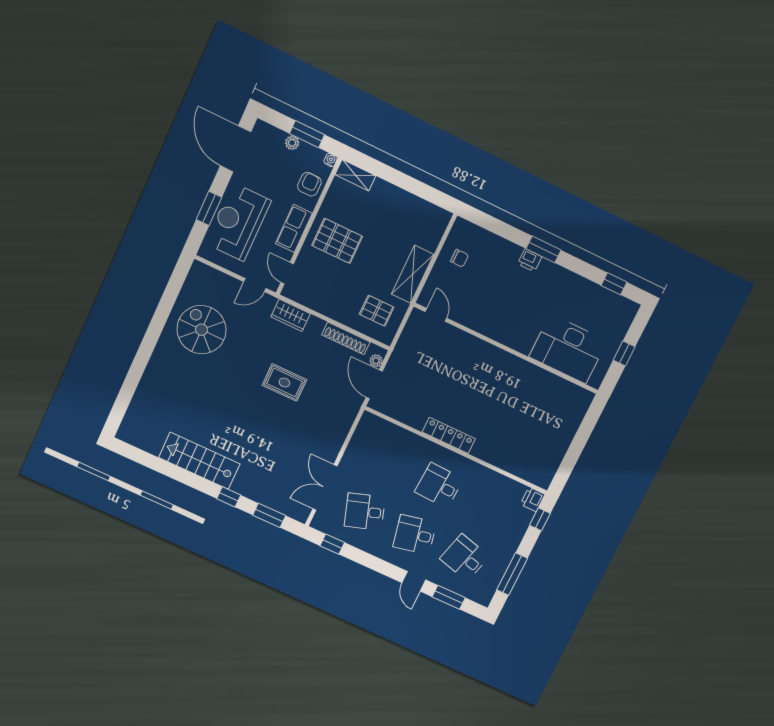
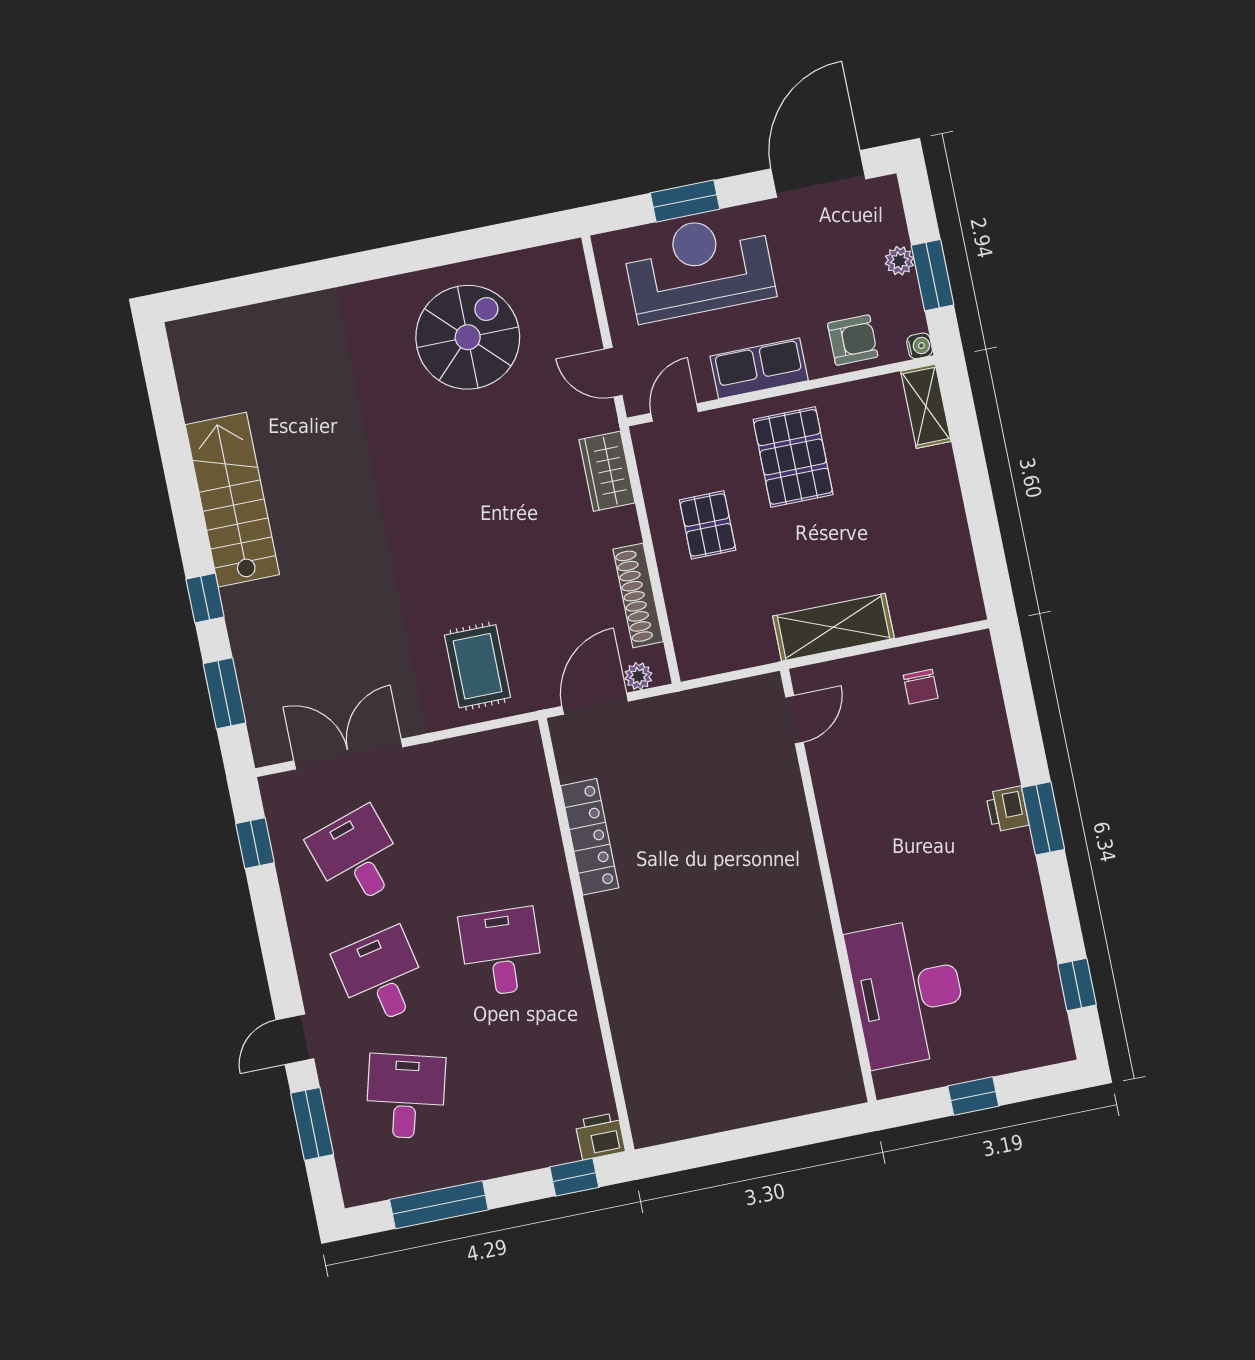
pallet: (377, 311) -> (708, 525), moved
rug: (284, 383) -> (478, 666), moved
locker: (449, 435) -> (590, 837), moved

